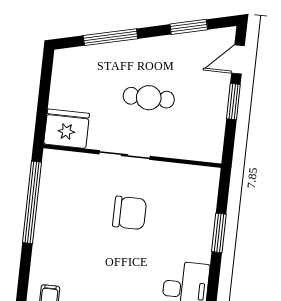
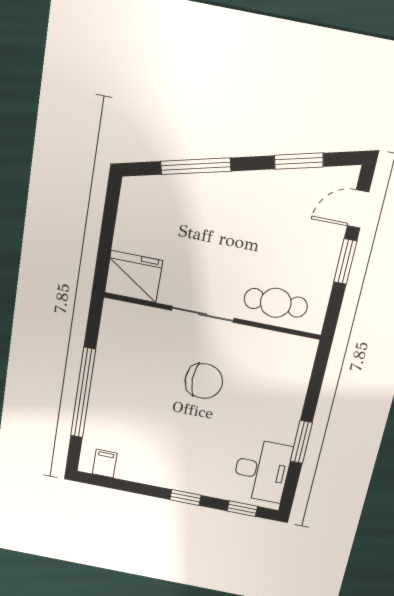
cafe table: (149, 98) -> (276, 303), moved
window: (32, 202) -> (83, 393), moved
window: (219, 233) -> (301, 442), moved

